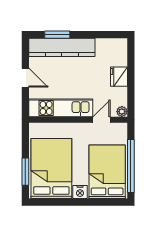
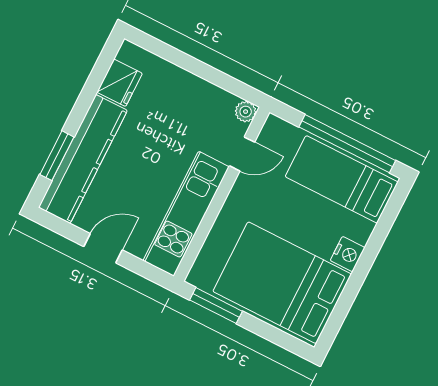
fridge: (119, 77) -> (120, 83), moved, turned -90
door: (102, 120) -> (242, 154), swing flipped
window: (25, 172) -> (216, 306), moved
bed: (107, 172) -> (342, 179), width x0.67

